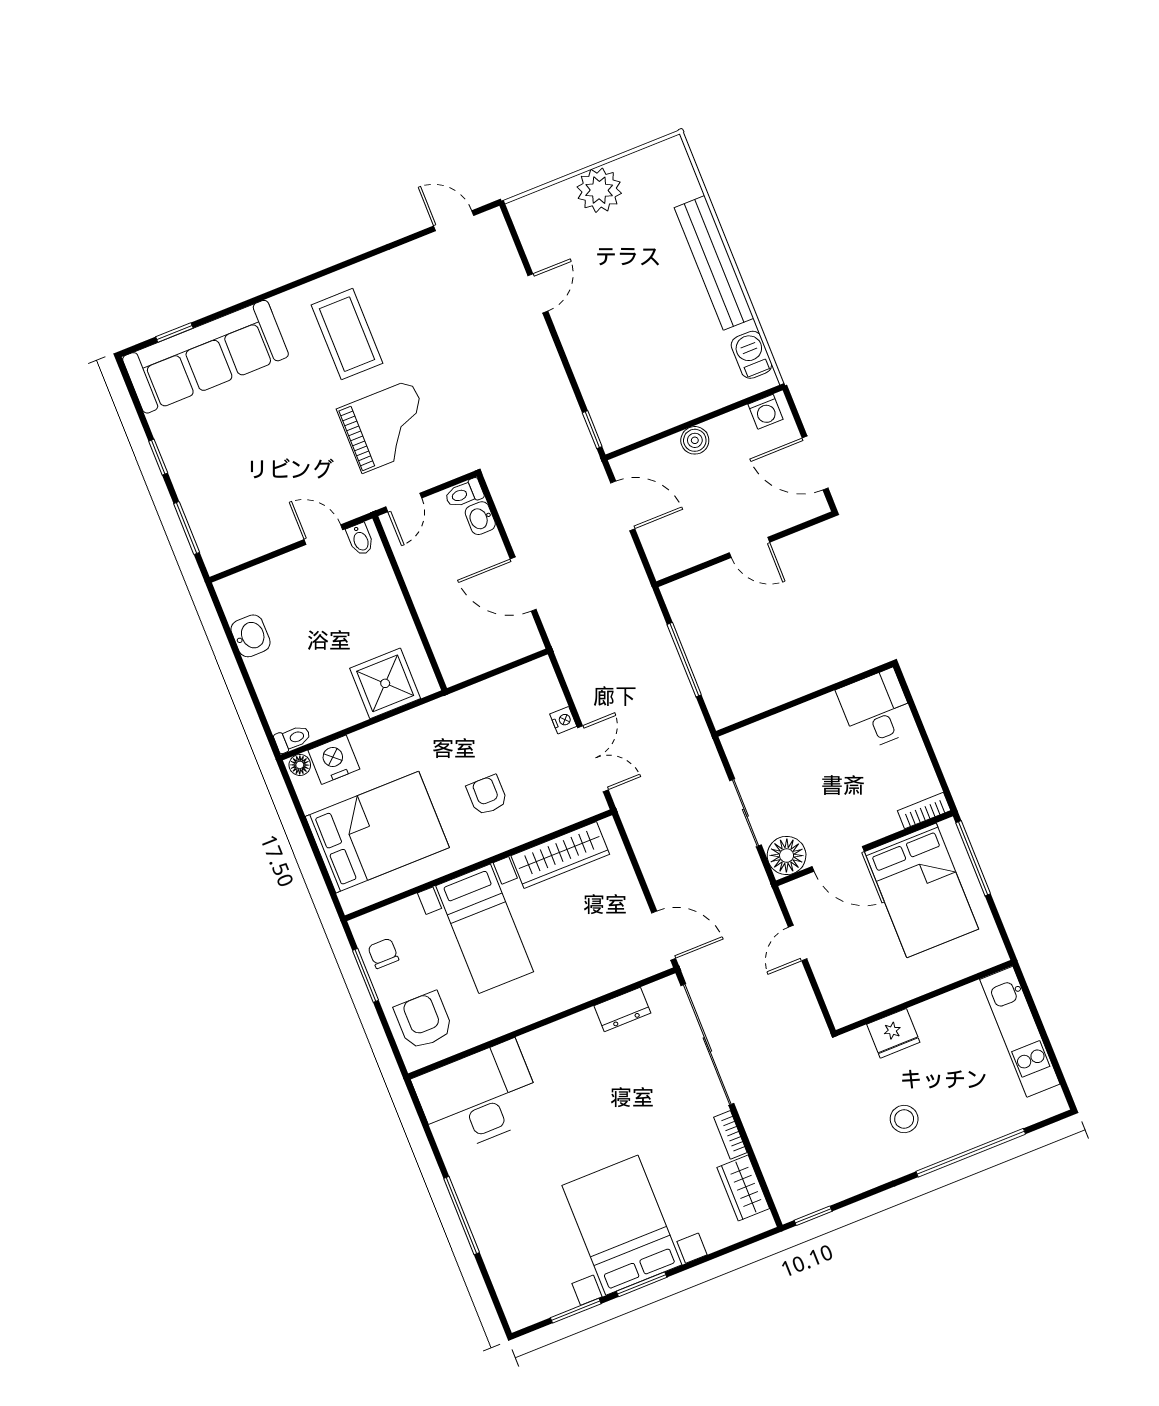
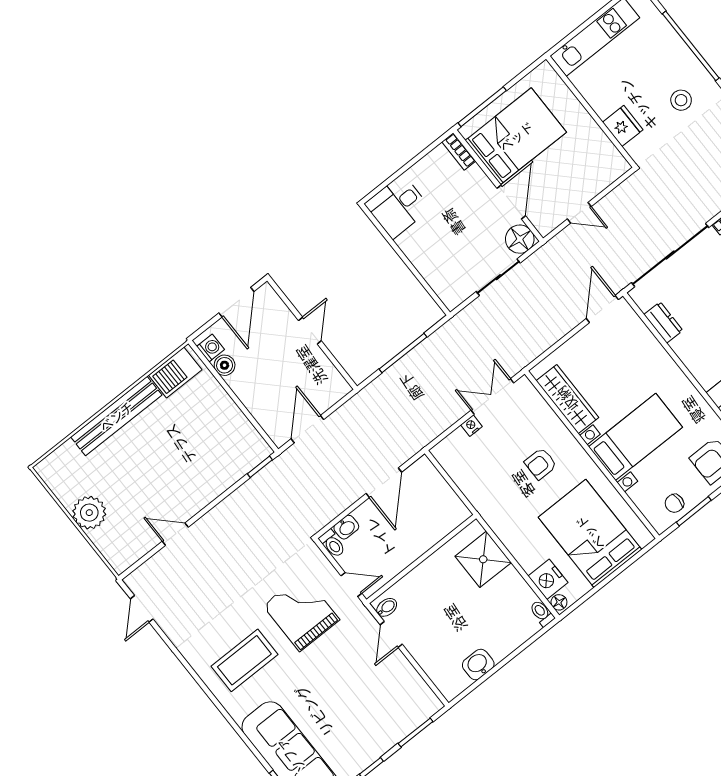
barbecue: (751, 355) -> (175, 372), width x1.38, depth x1.27
boiler: (695, 440) -> (225, 365), moved

